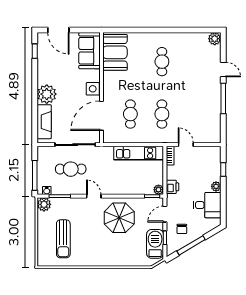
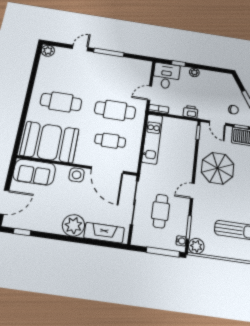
booth: (115, 52) -> (50, 142), width x1.36, depth x1.42
cafe table: (162, 62) -> (61, 102), width x1.37, depth x1.35
cafe table: (162, 114) -> (115, 110), width x1.37, depth x1.35
plant: (158, 190) -> (192, 125), removed
desk: (207, 205) -> (166, 76), moved

